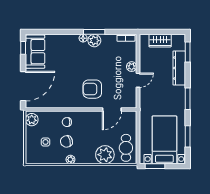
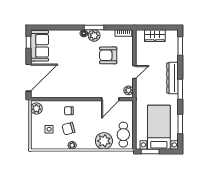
plant: (132, 67) -> (129, 90), moved
dresser: (179, 68) -> (172, 78), moved
armchair: (92, 89) -> (108, 55), moved

